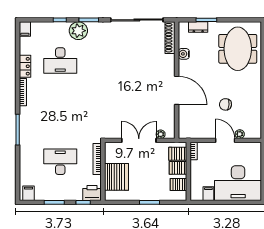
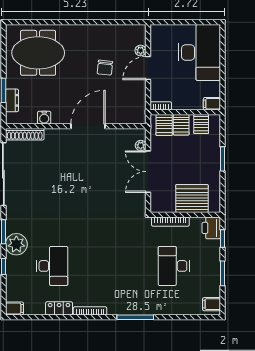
filing cabinet: (208, 194) -> (212, 104), moved

